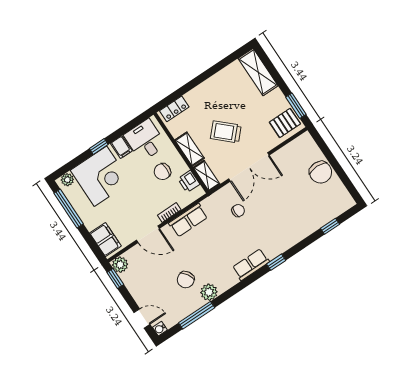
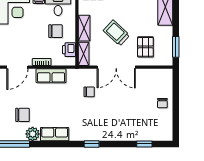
pallet: (285, 123) -> (145, 47), moved, turned 90
chair: (162, 172) -> (56, 31), turned 180
chair: (321, 172) -> (162, 103), width x0.54, depth x0.54
door: (148, 234) -> (17, 67), hinge flipped
row of seats: (251, 265) -> (55, 134), moved
chair: (186, 280) -> (22, 115), turned -149

